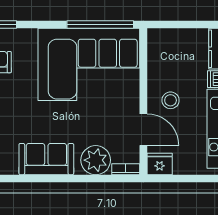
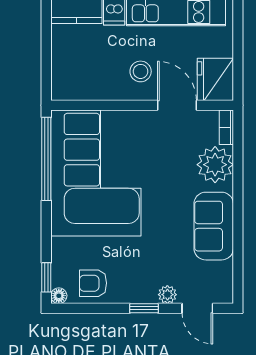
door: (143, 130) -> (177, 105), hinge flipped
fridge: (160, 164) -> (215, 79), width x1.36, depth x1.34

